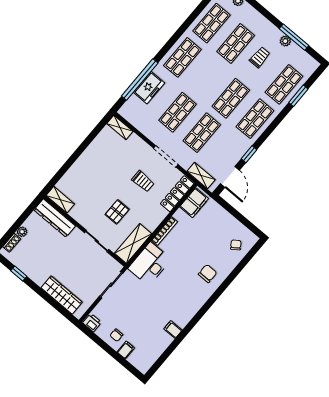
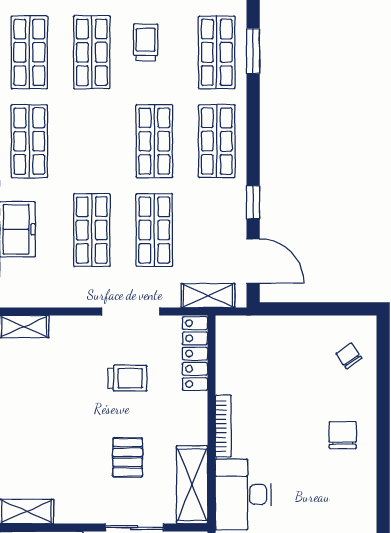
filing cabinet: (194, 203) -> (232, 345), removed

